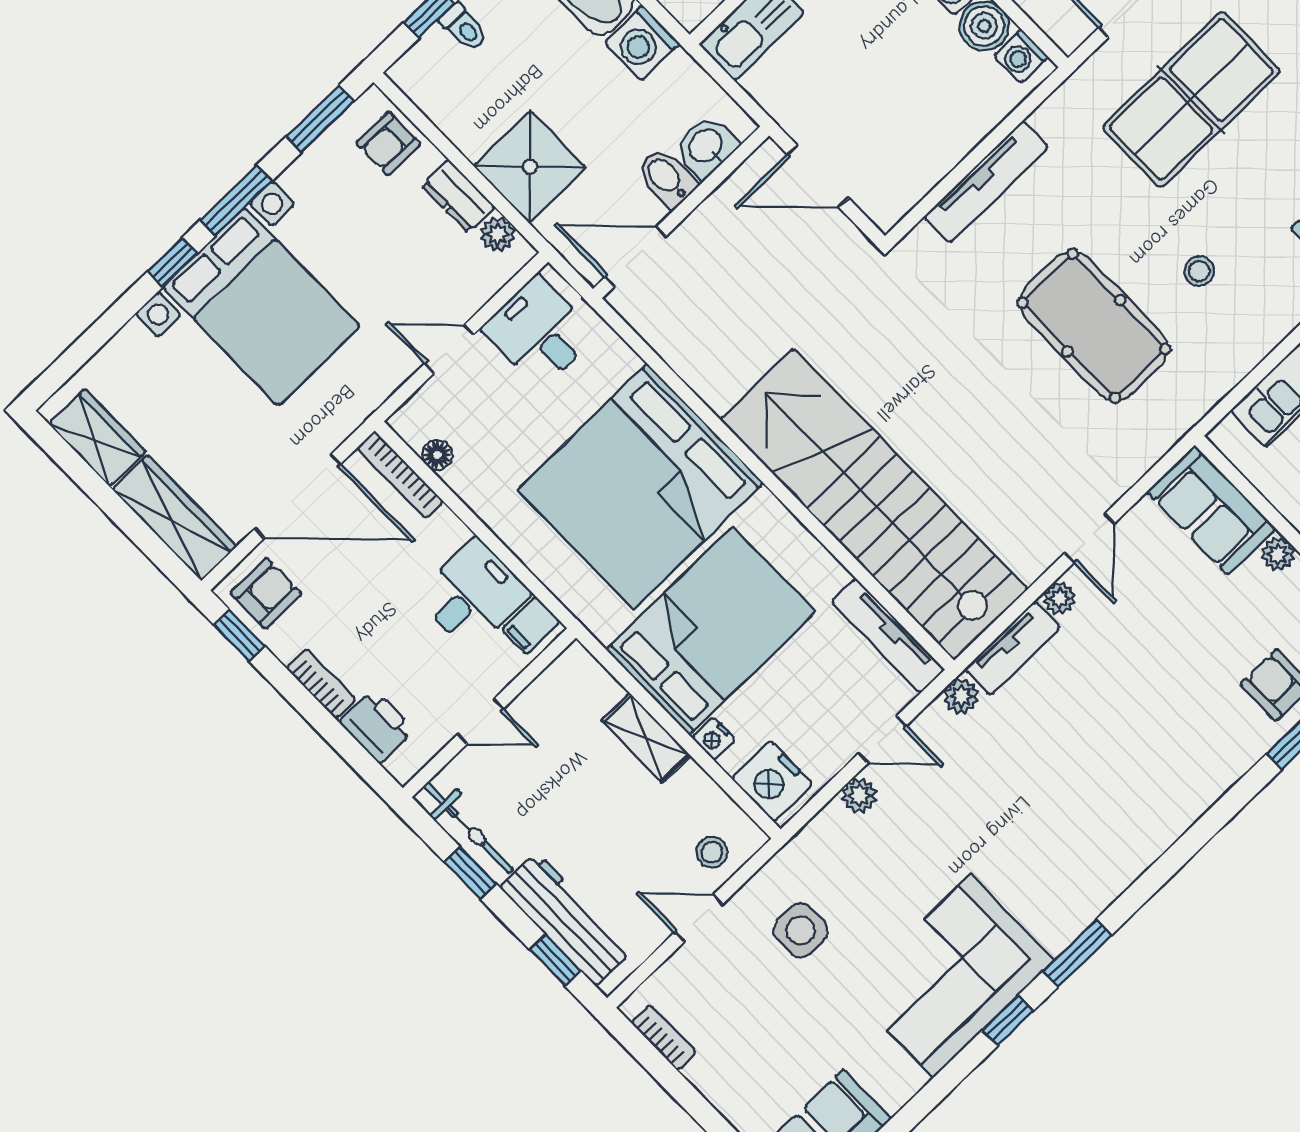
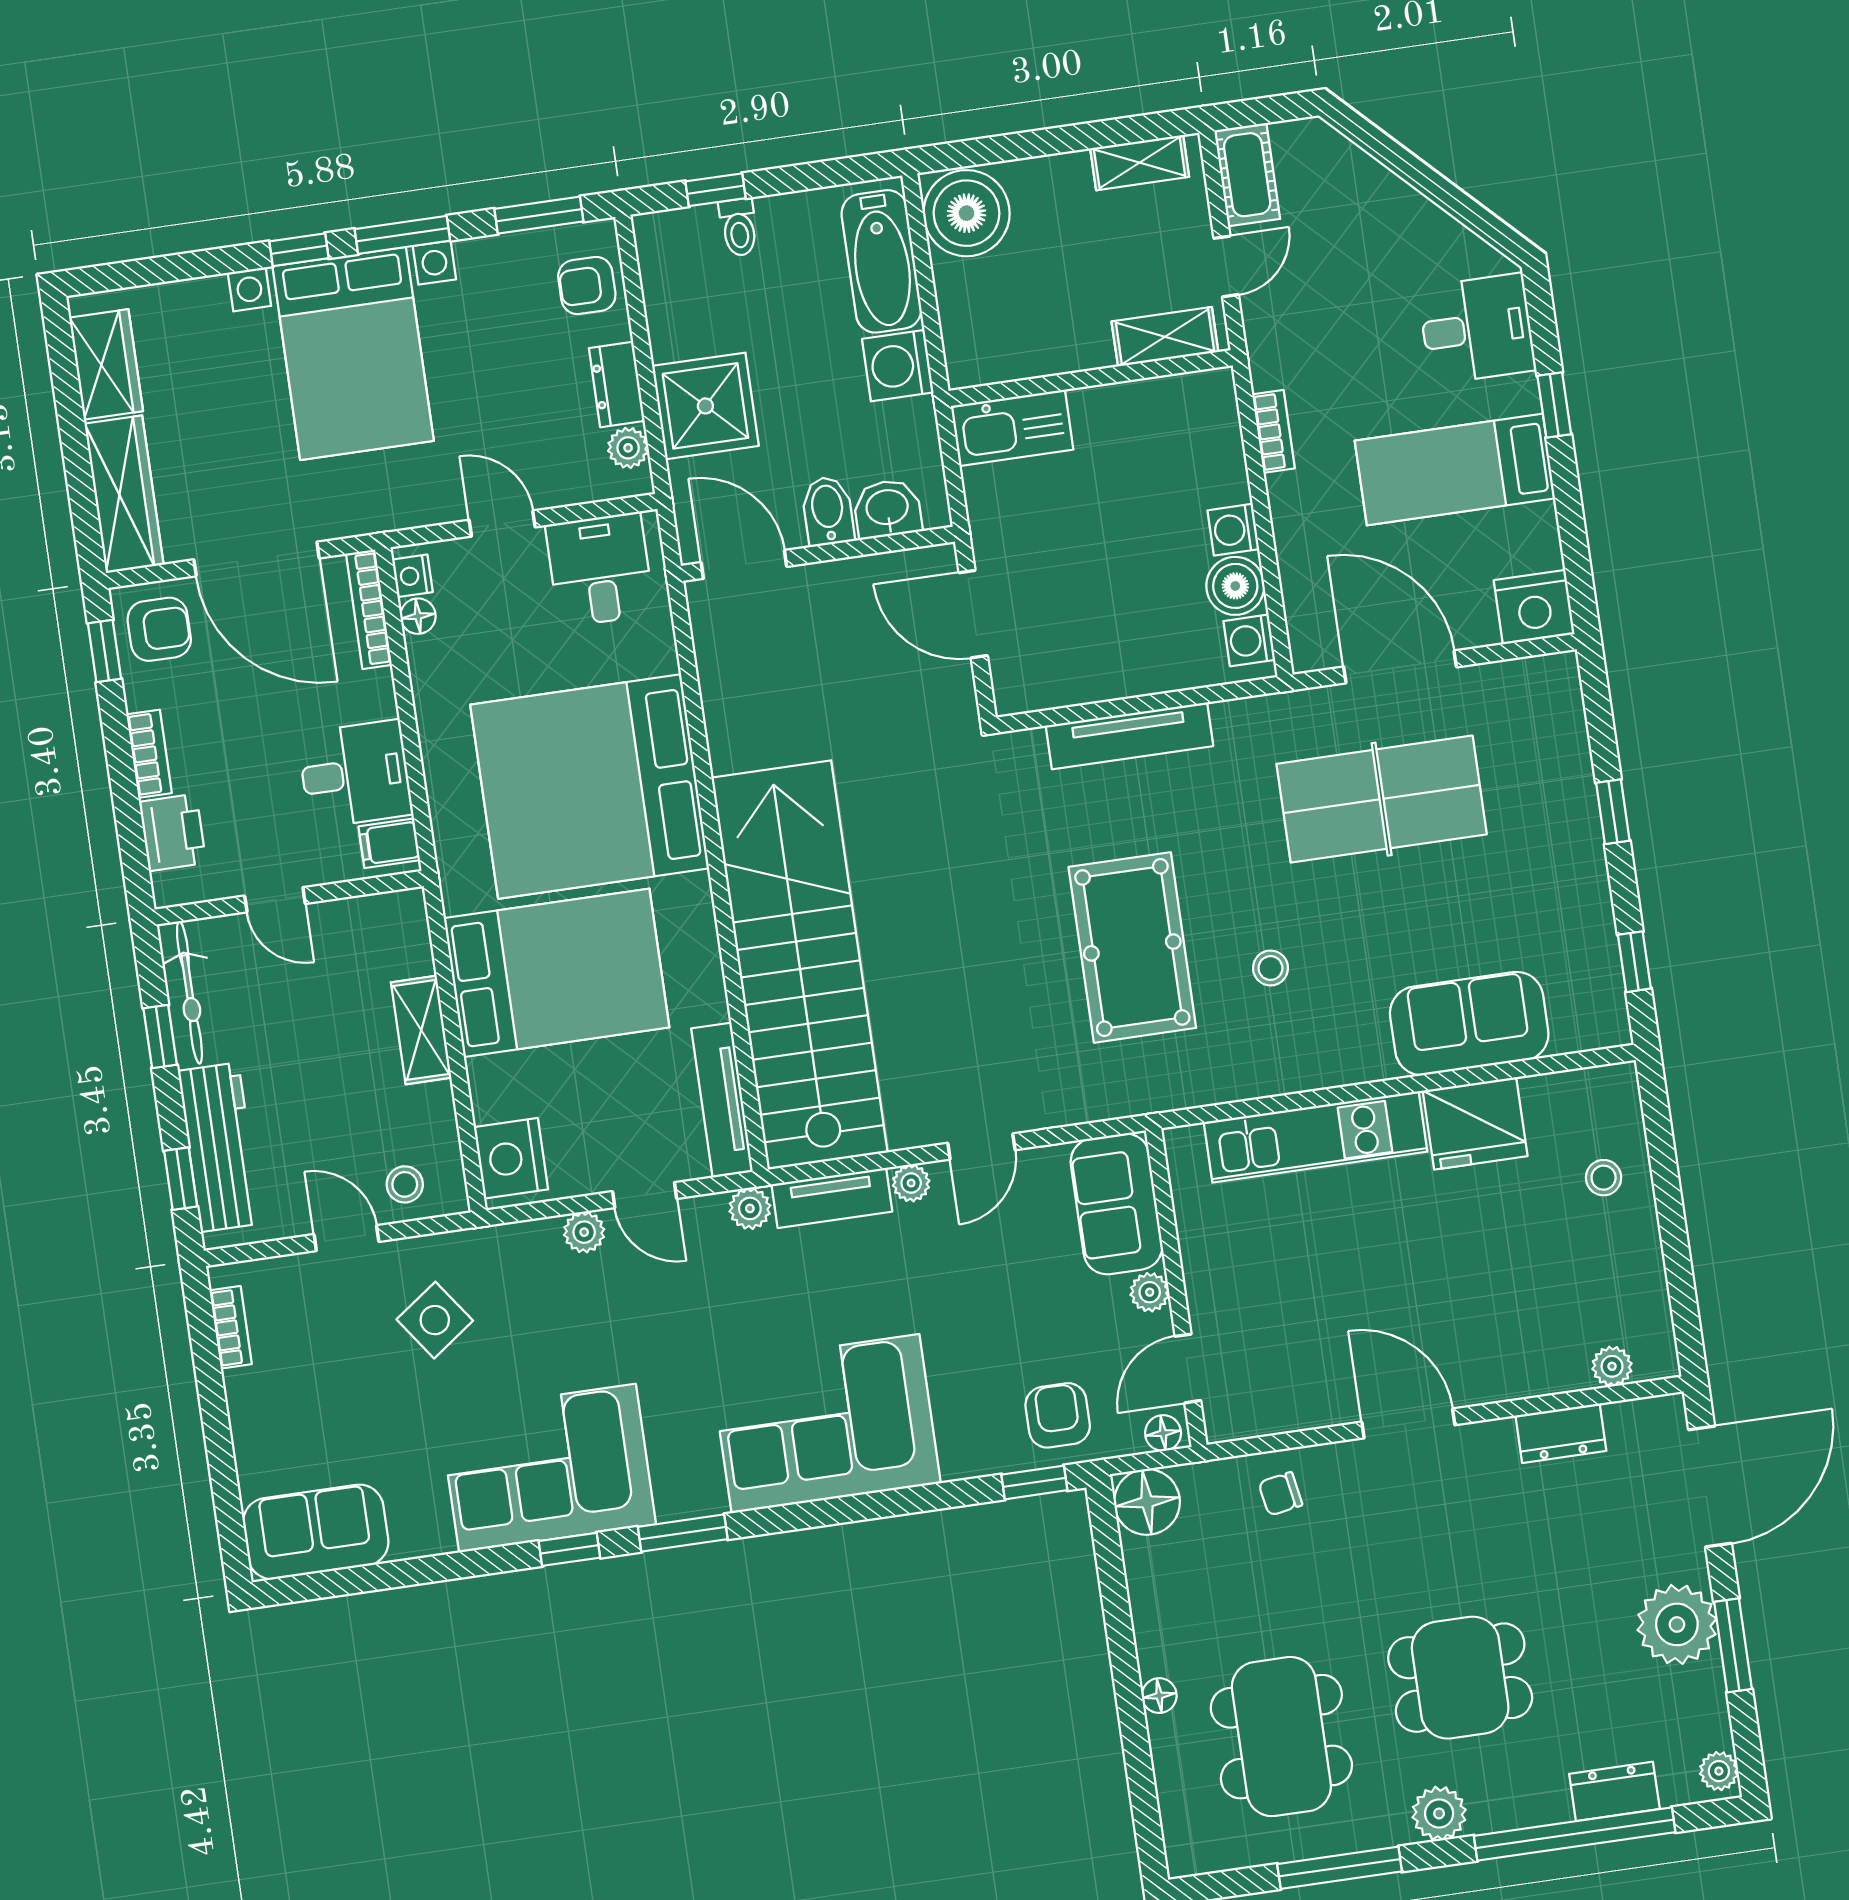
nightstand: (714, 739) -> (412, 576), moved
corner sofa: (1121, 806) -> (825, 1424), added
side table: (800, 930) -> (435, 1320), turned -36

